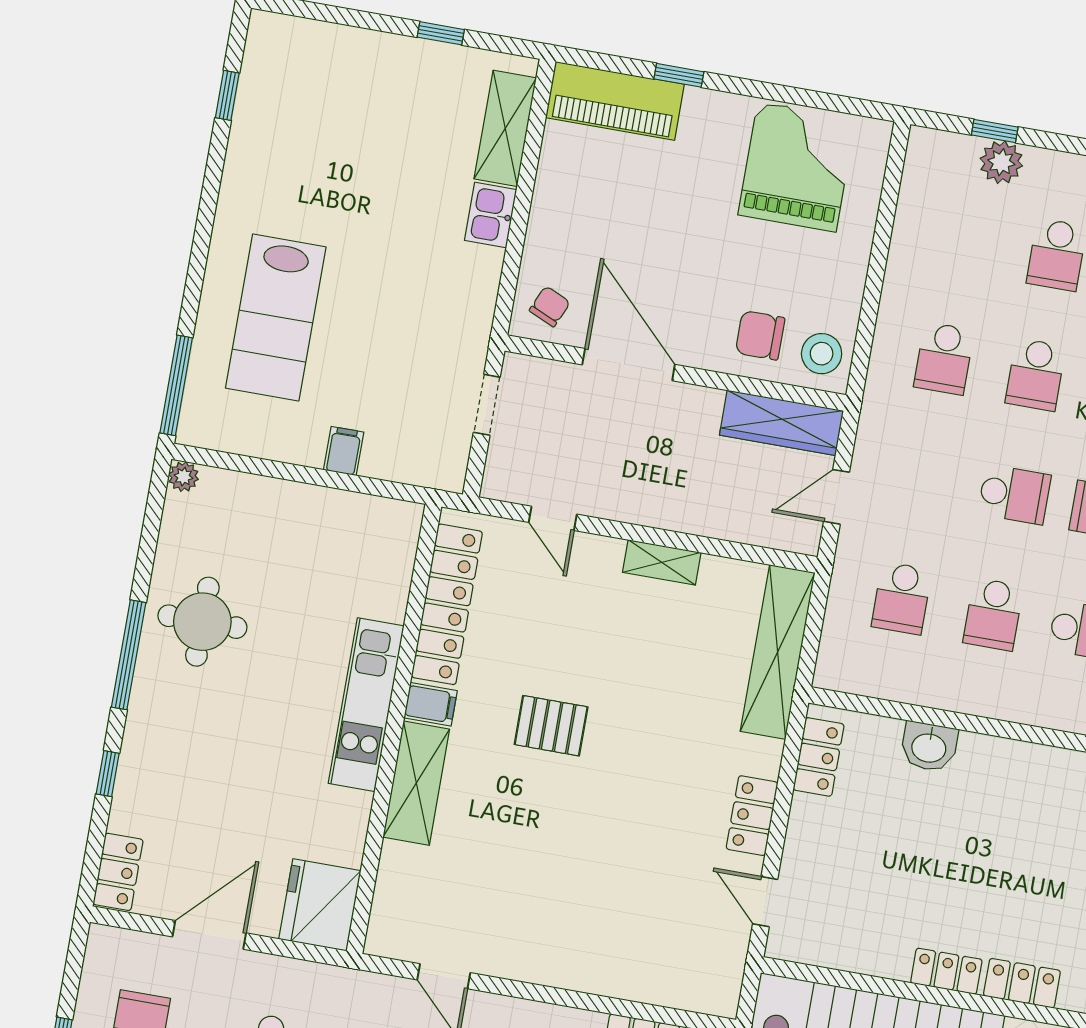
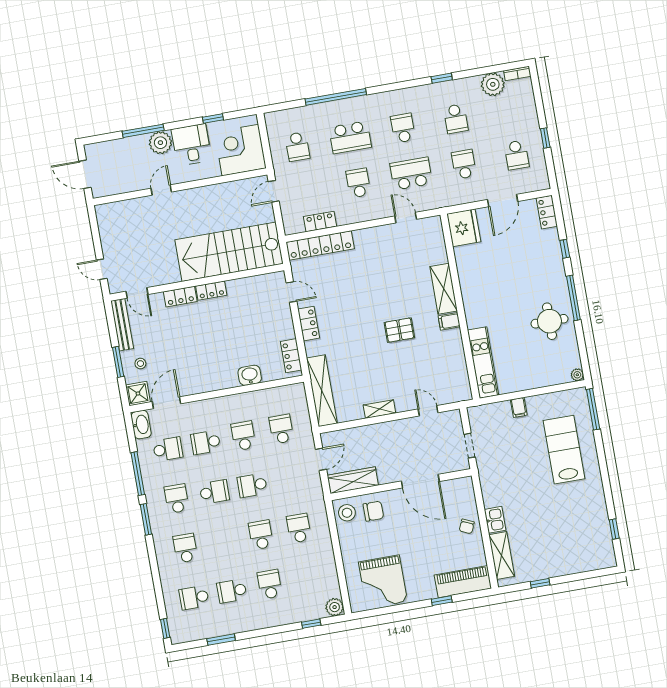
plant: (1001, 162) -> (335, 607), moved
chair: (550, 306) -> (467, 526), moved
locker: (447, 604) -> (320, 245), moved, turned -90
kitchen unit: (366, 705) -> (483, 363), moved

